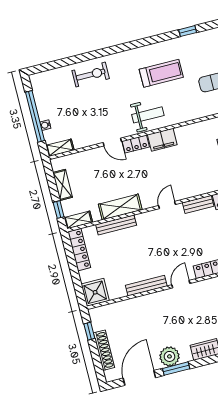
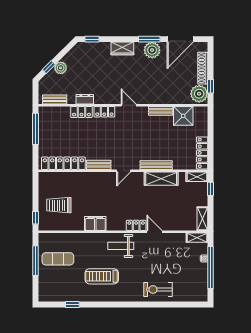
filing cabinet: (162, 140) -> (95, 223), moved
shelving: (63, 185) -> (202, 219), moved
bench: (116, 225) -> (156, 165), moved
door: (181, 284) -> (129, 105), swing flipped
bench: (146, 286) -> (161, 111), width x0.73
shower: (95, 292) -> (183, 116), moved
plant: (101, 319) -> (199, 94), added

